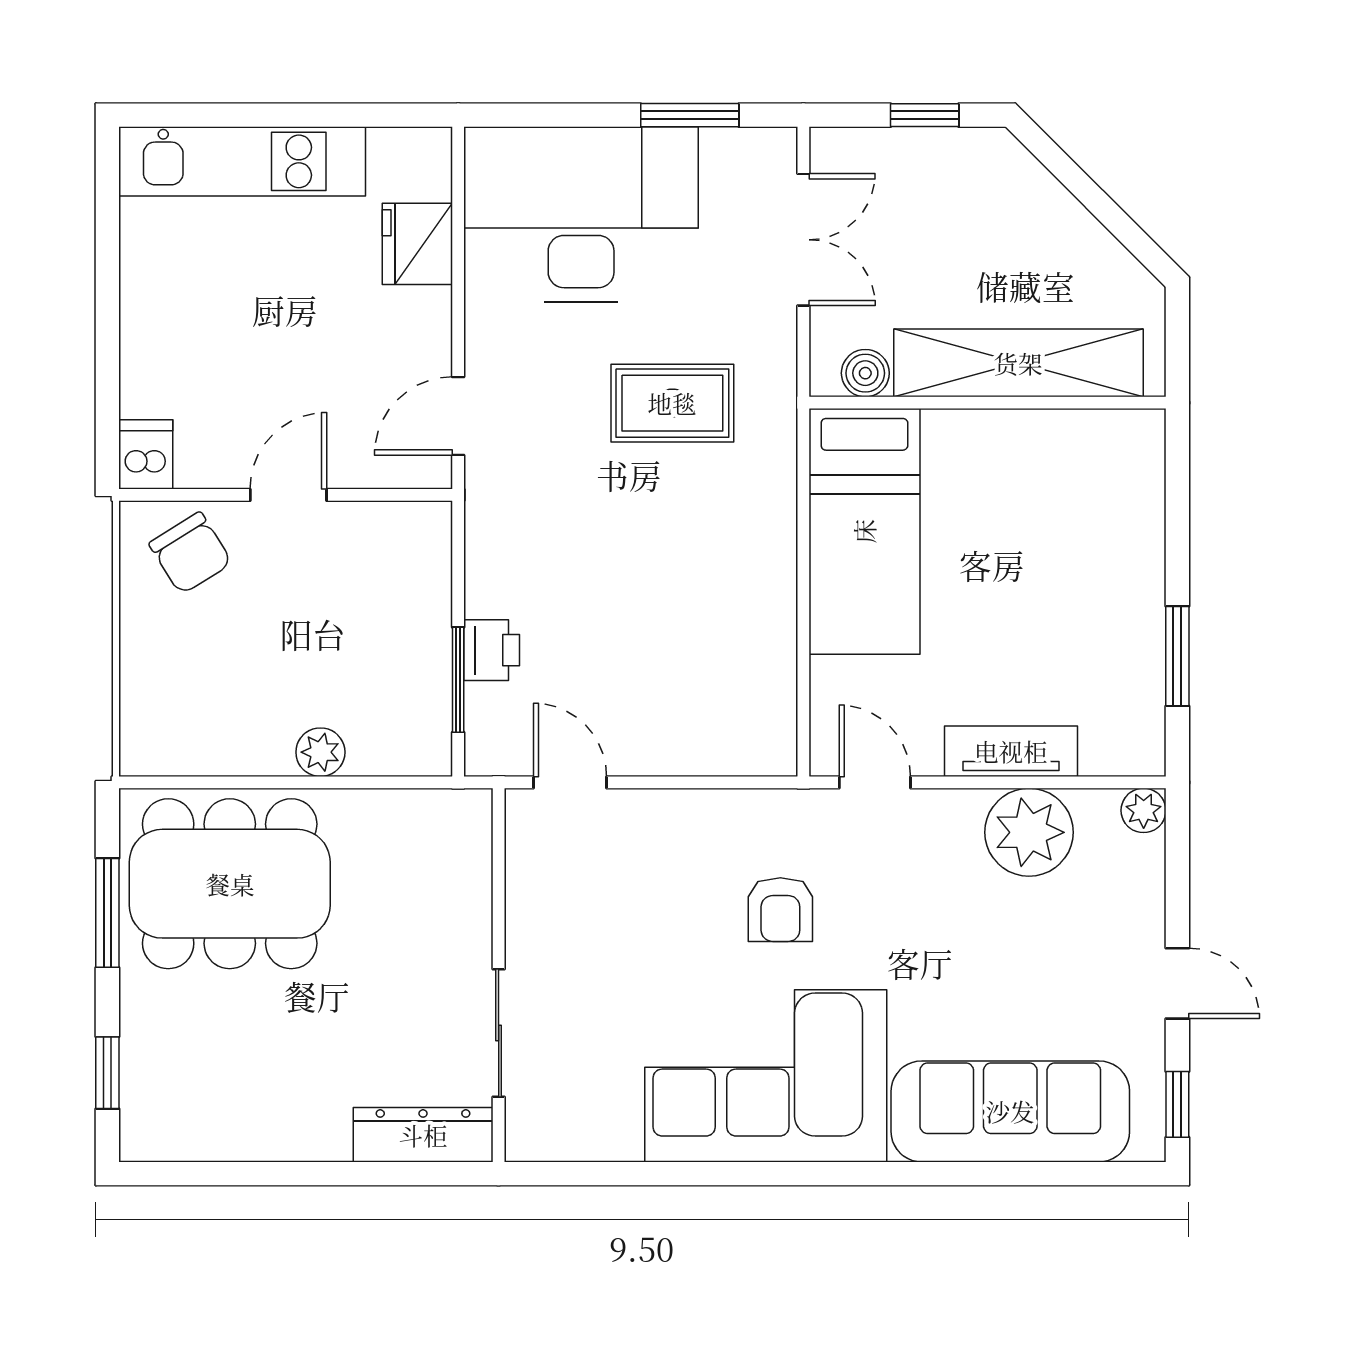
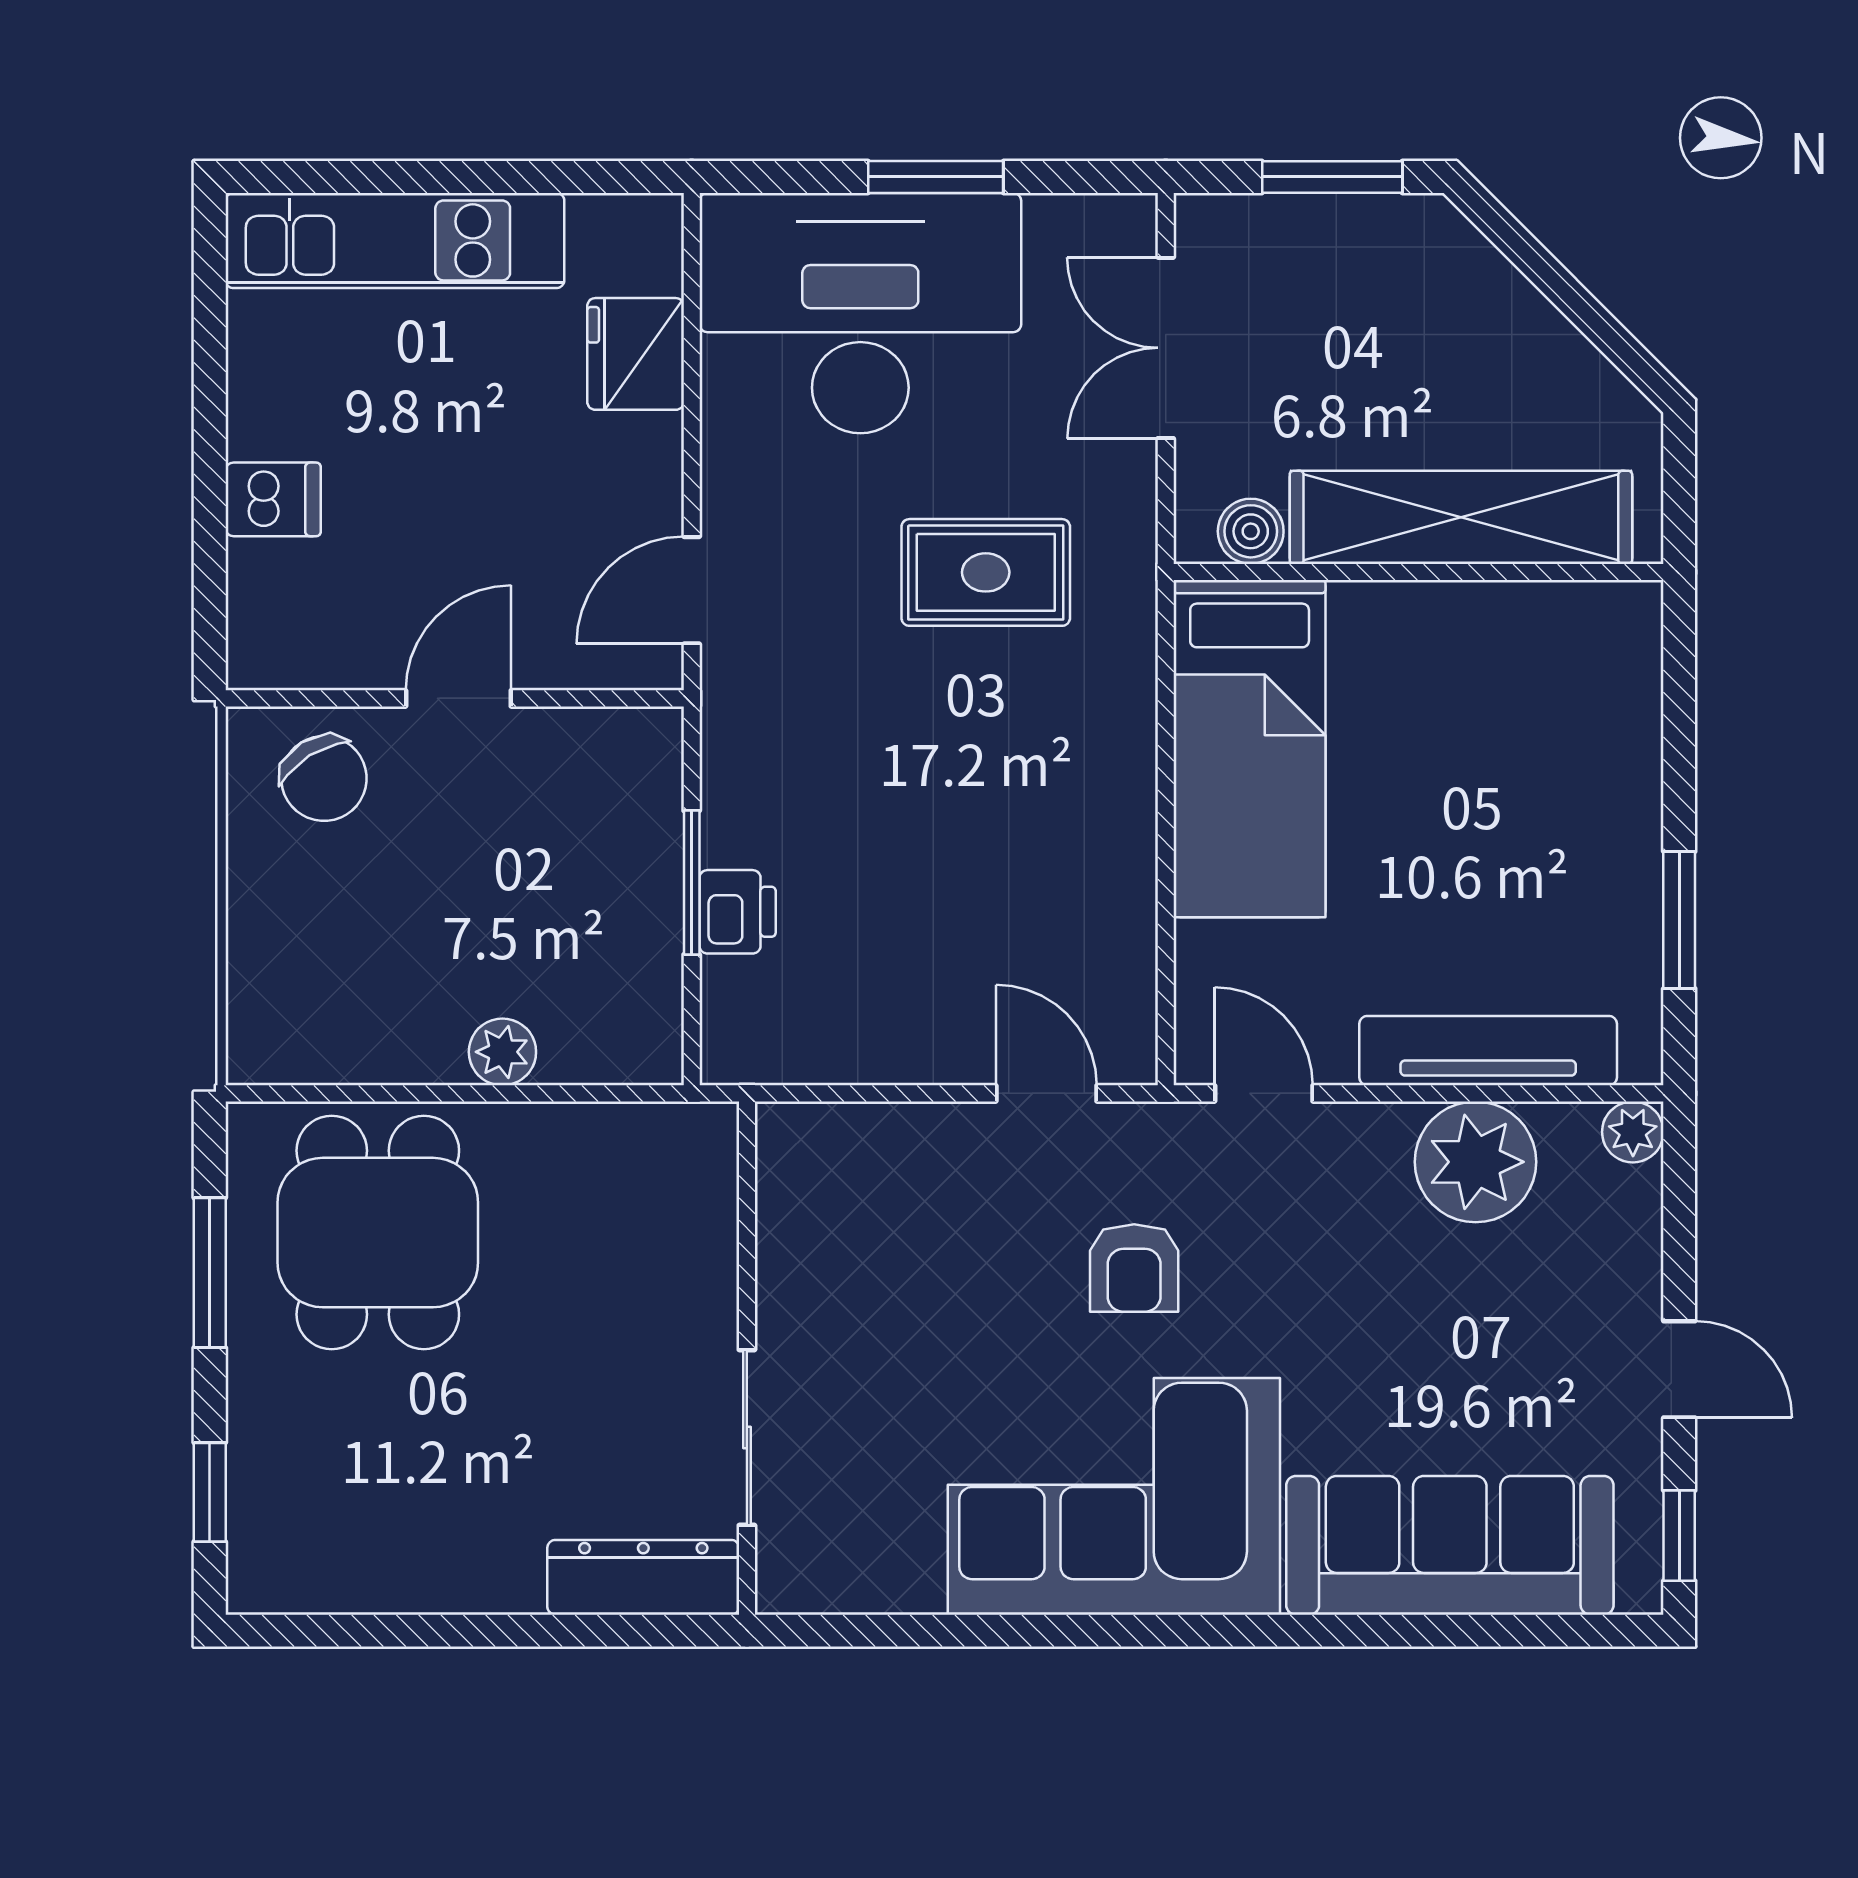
window: (690, 115) -> (936, 177), moved
window: (925, 115) -> (1332, 177), width x1.50
double door: (803, 240) -> (1166, 348), swing flipped
dishwasher: (146, 454) -> (273, 499), moved, turned 90
window: (458, 680) -> (692, 883), moved
tv unit: (1011, 751) -> (1488, 1051), width x1.41
door: (570, 782) -> (1046, 1093), moved
dining table: (230, 884) -> (378, 1233), width x0.73

